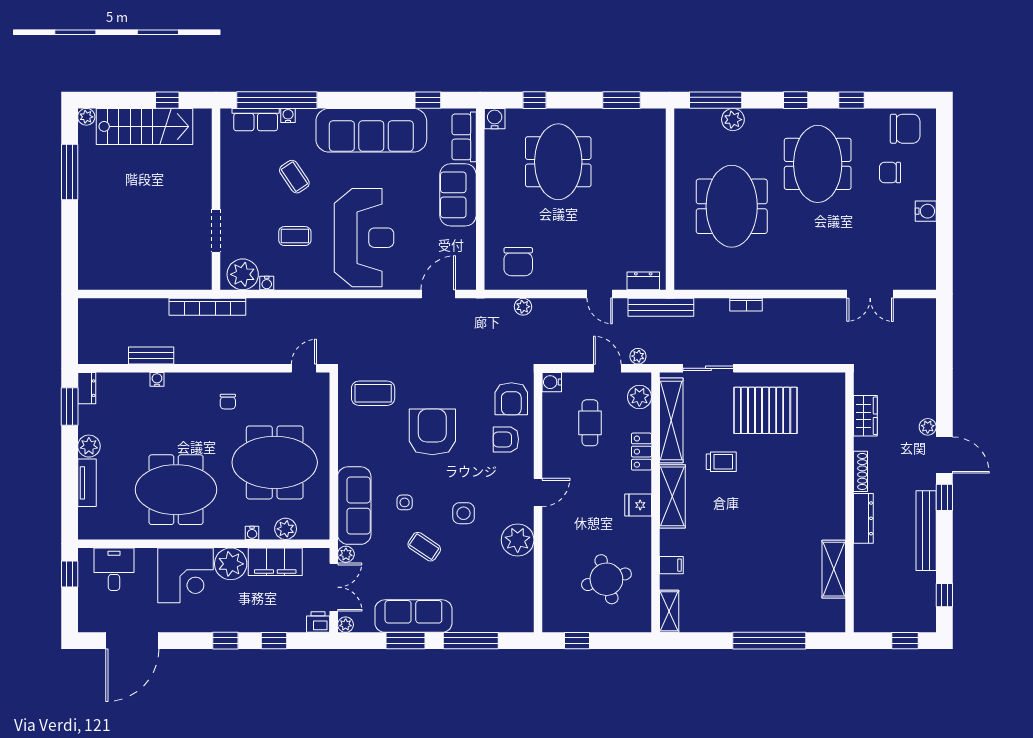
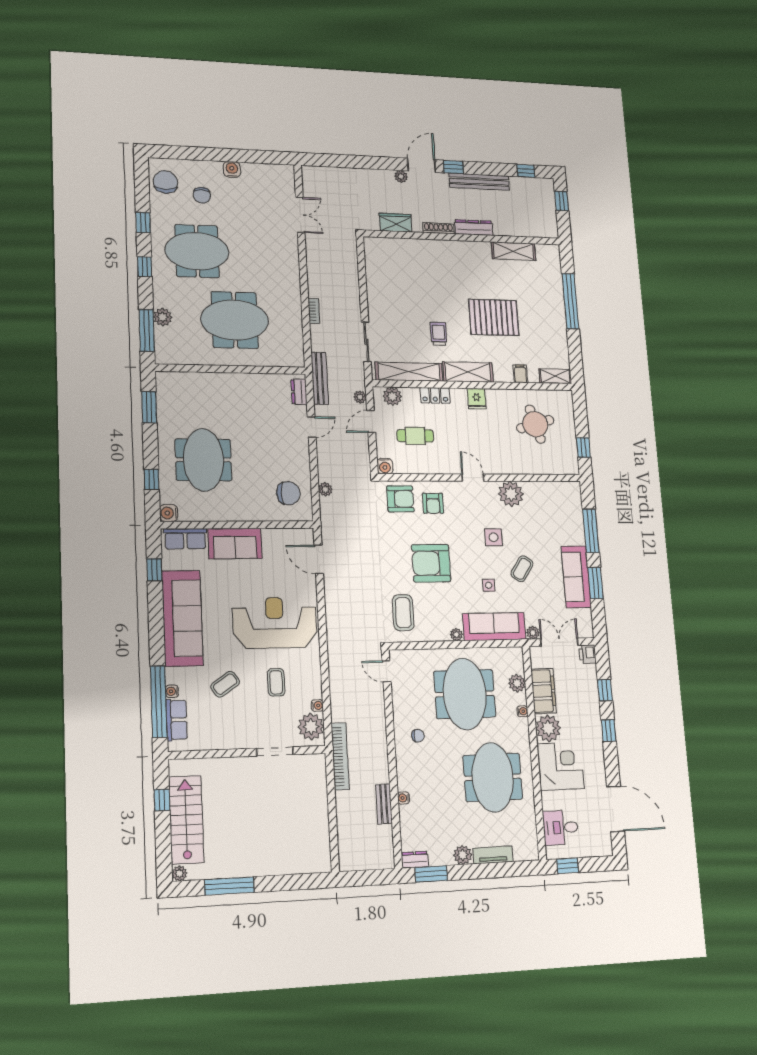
meeting table: (558, 162) -> (203, 460), turned 90
pallet: (766, 410) -> (494, 317), moved, turned 90
plant: (346, 625) -> (456, 635), moved

